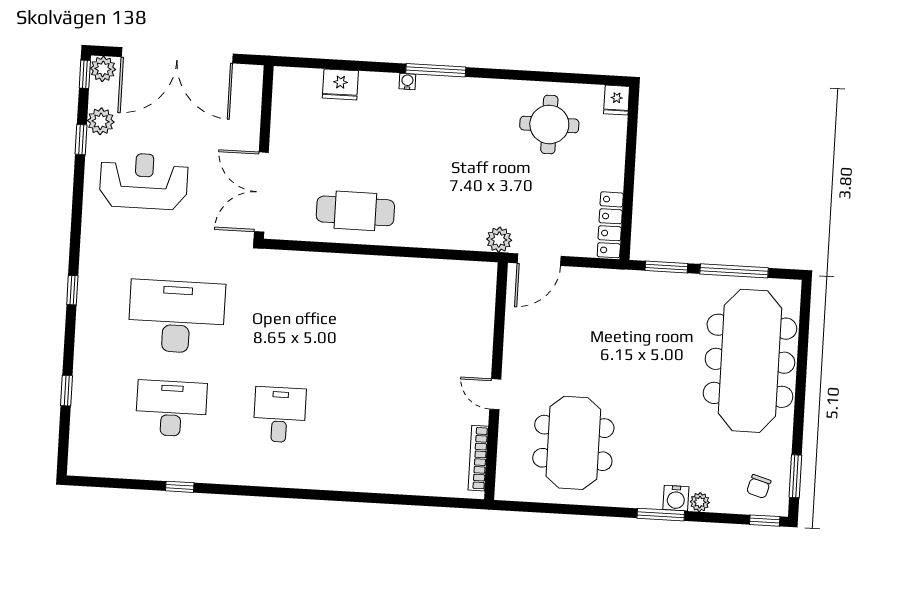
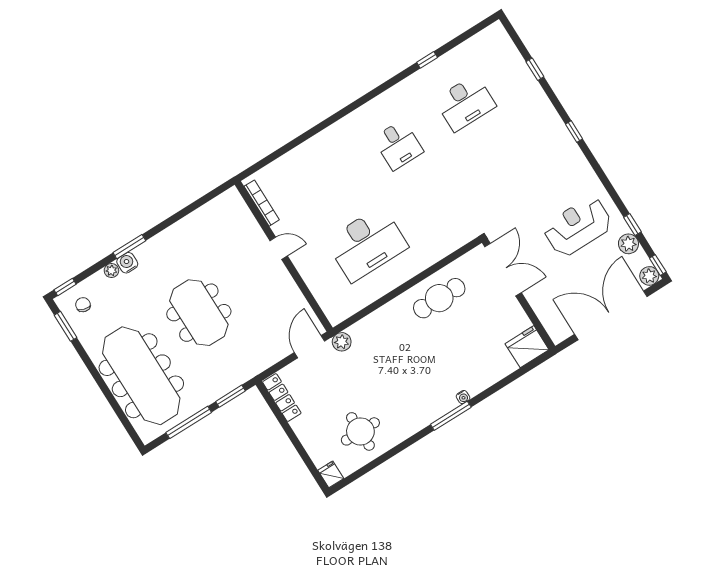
fridge: (340, 84) -> (527, 347), moved, width x1.36, depth x1.34
reception desk: (144, 181) -> (578, 227), turned 180
desk: (177, 317) -> (367, 244), moved
meeting table: (573, 443) -> (199, 313), moved

